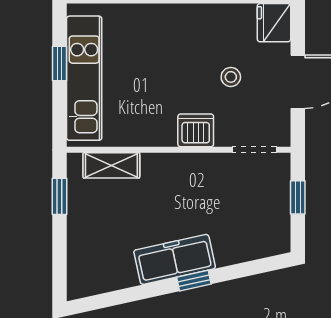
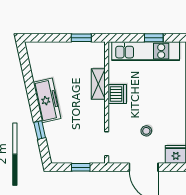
dishwasher: (196, 130) -> (117, 94), moved
shelving: (111, 165) -> (98, 84), moved
window: (194, 281) -> (40, 130), moved

